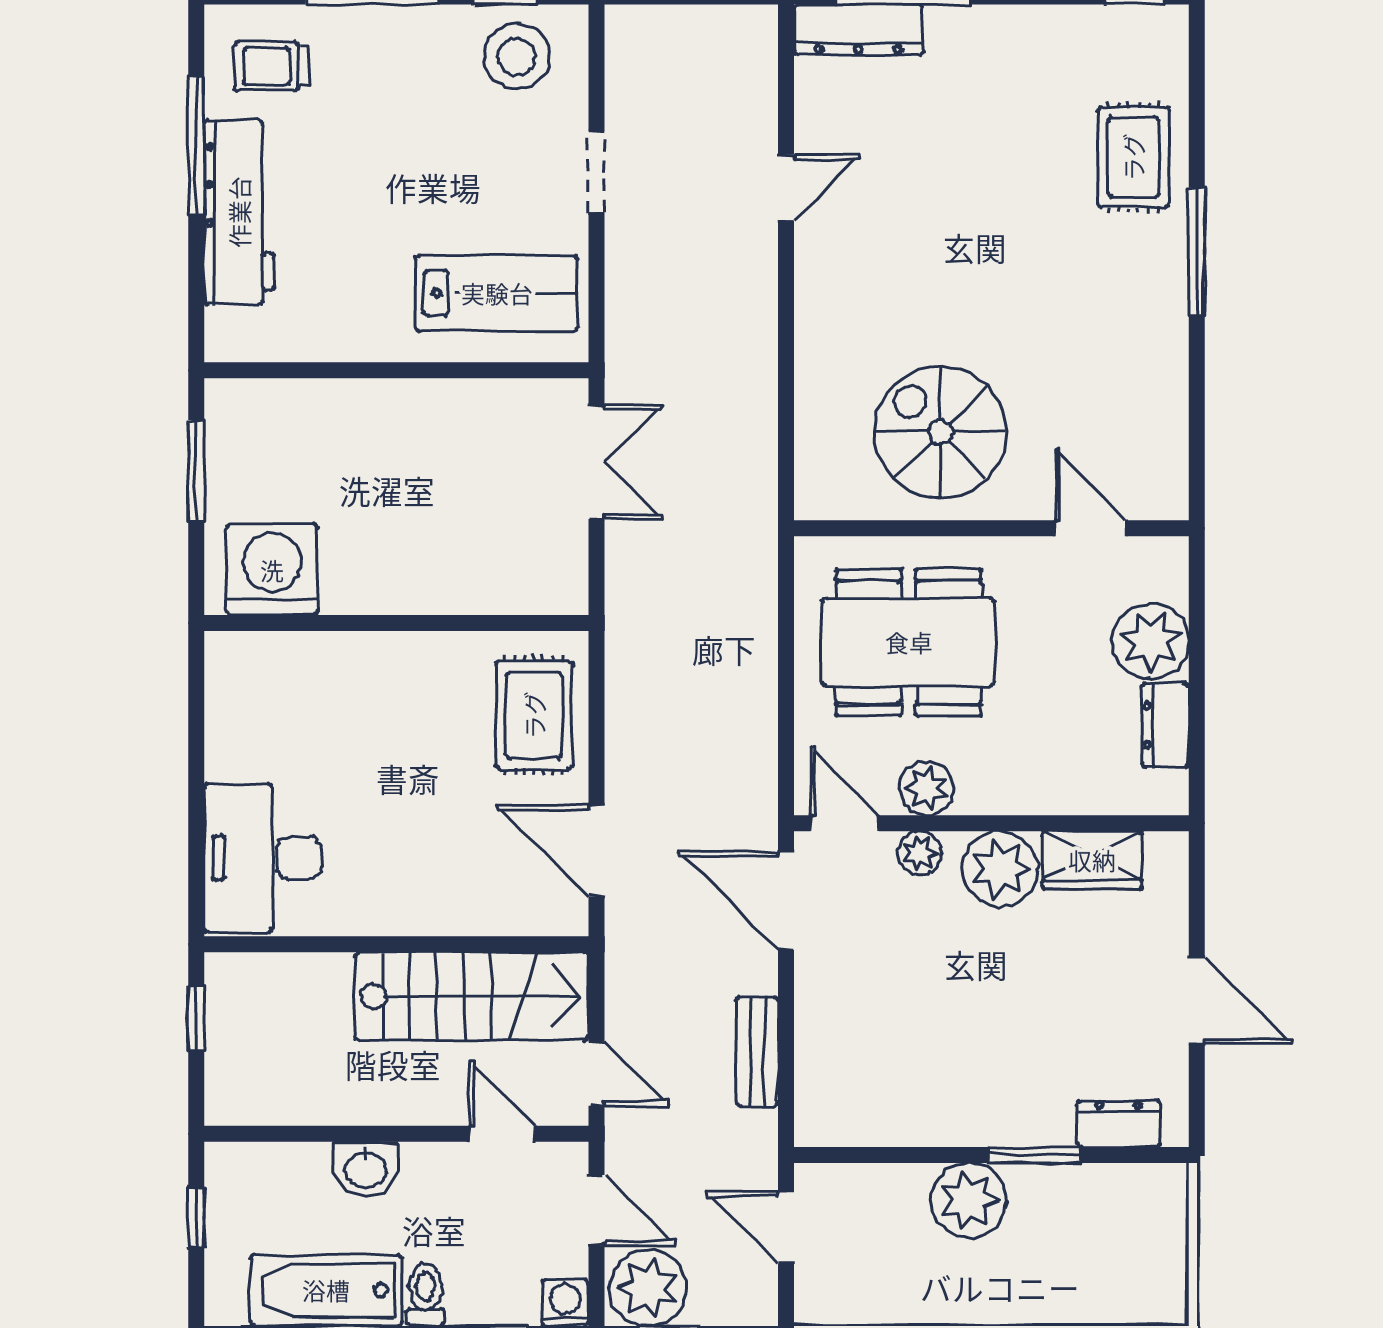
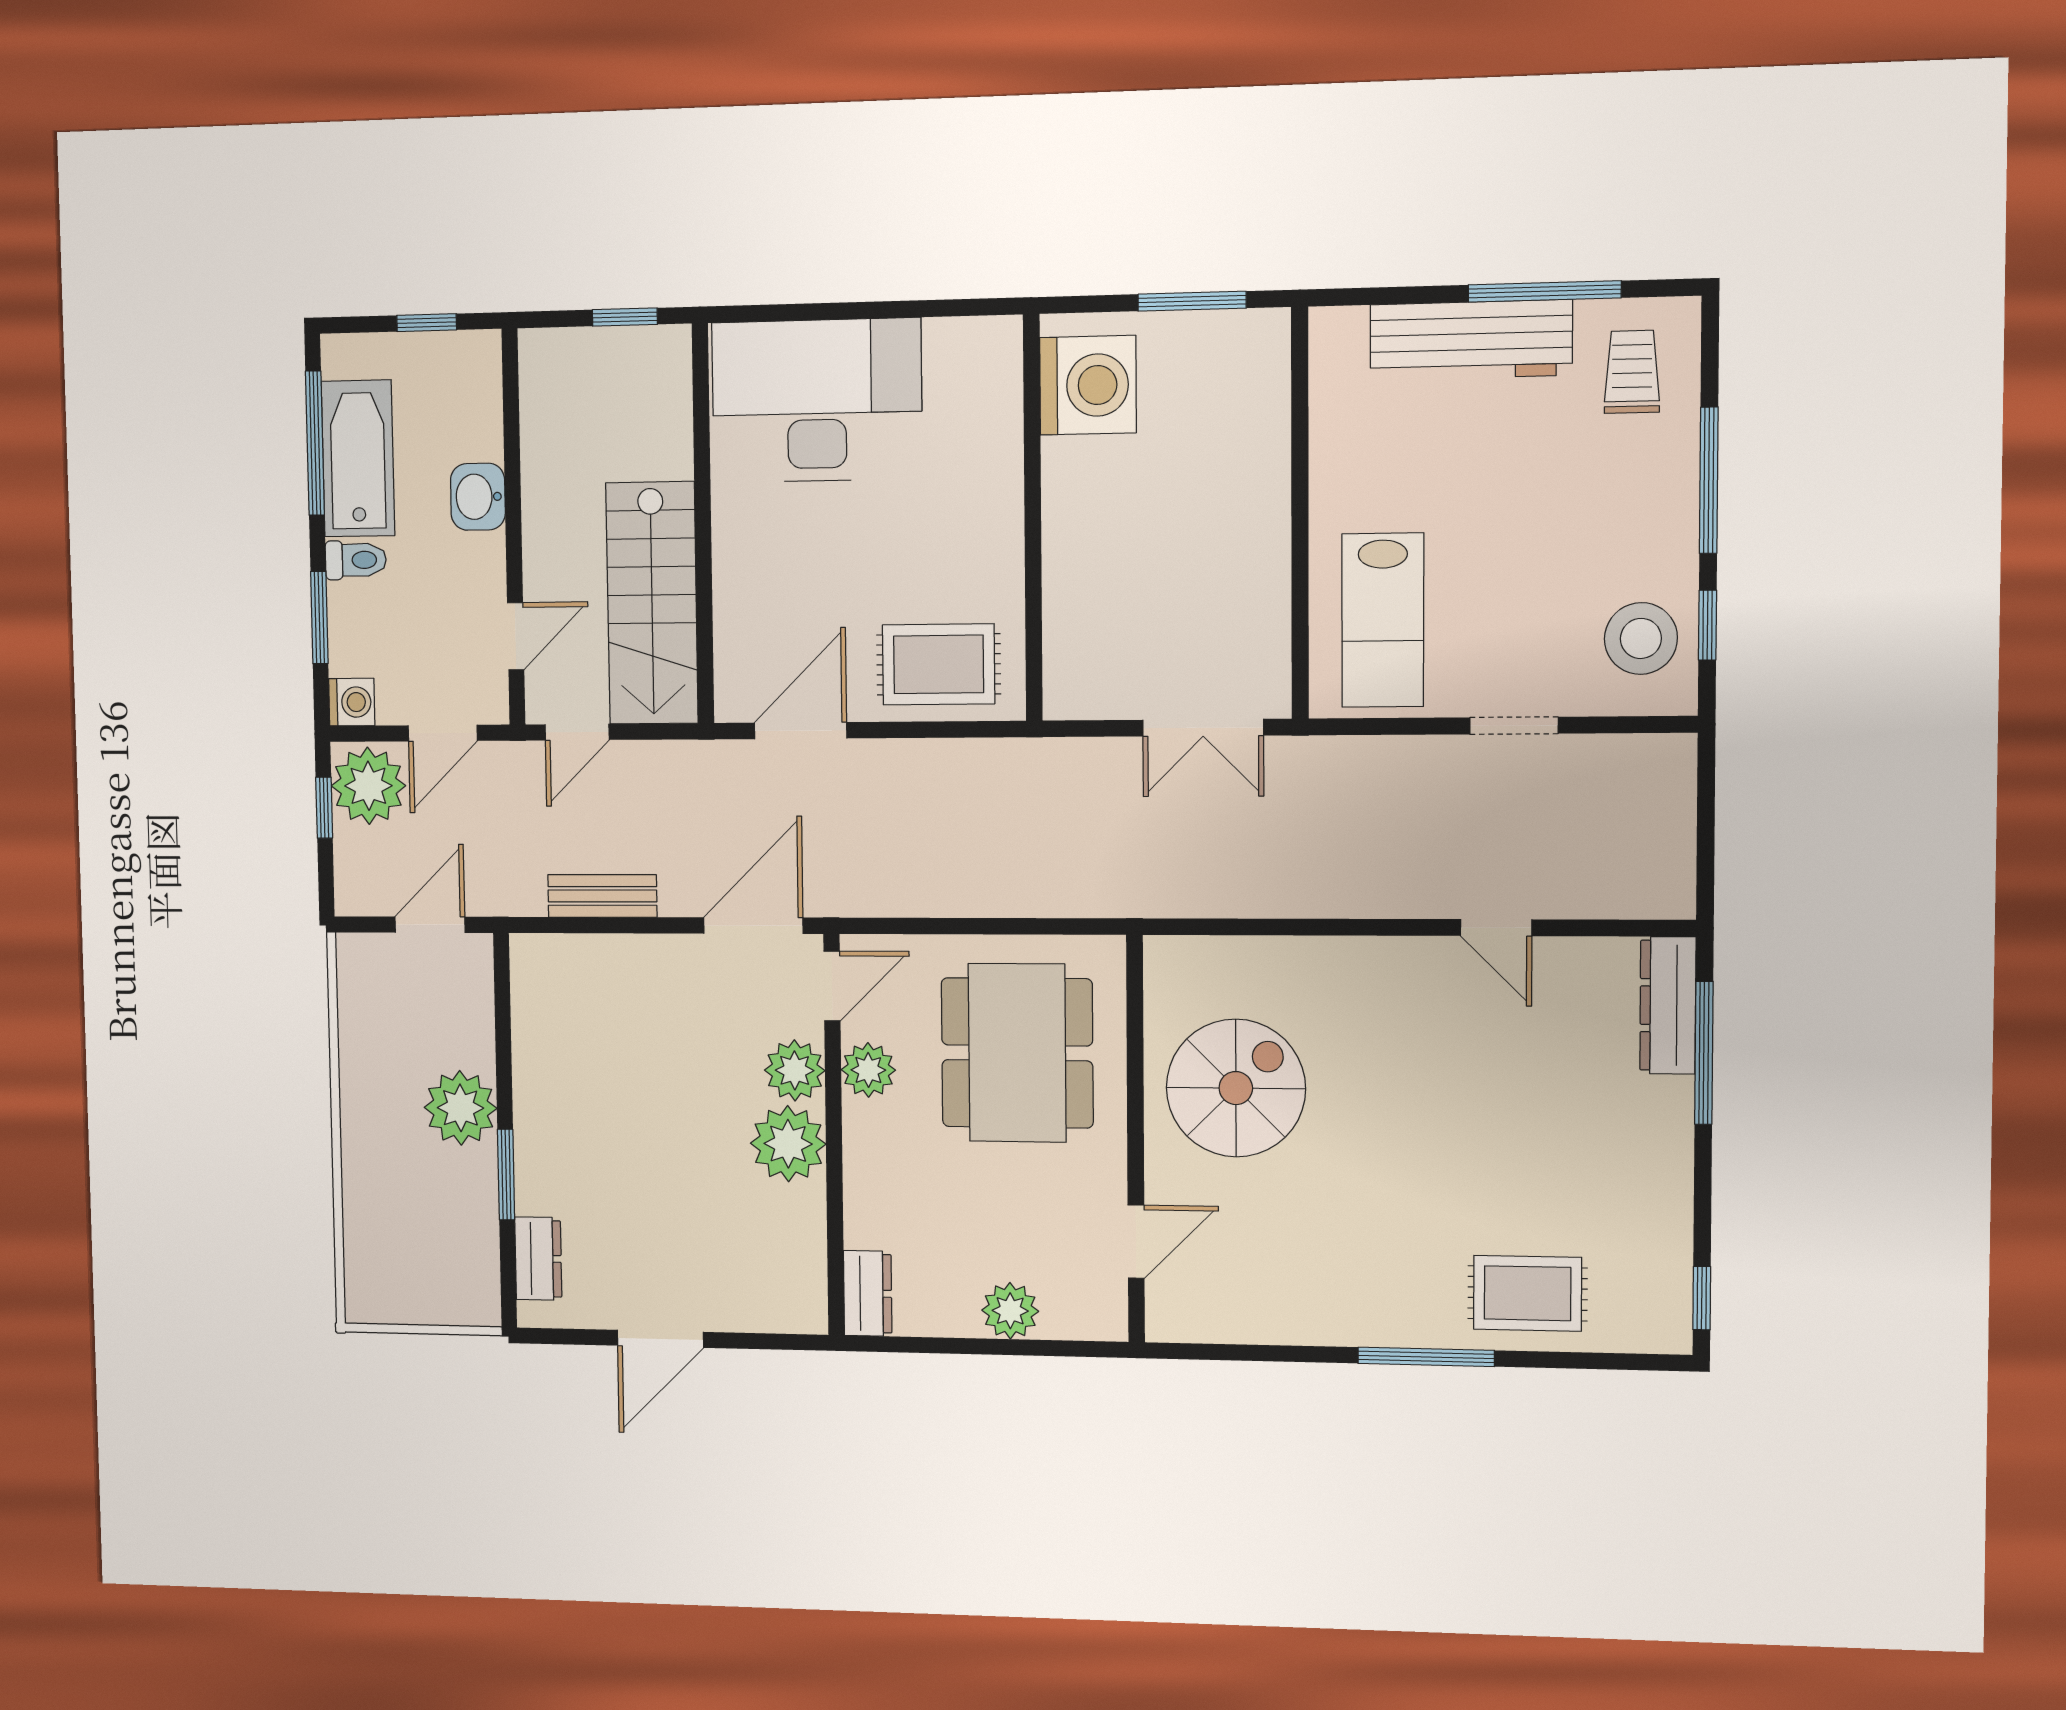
plant: (1151, 641) -> (1010, 1311), width x0.73, depth x0.73
dresser: (1165, 725) -> (868, 1293), moved, turned 90
plant: (920, 853) -> (795, 1070), width x1.38, depth x1.38
desk: (263, 858) -> (817, 401), width x1.36, depth x1.30
wardrobe: (1092, 860) -> (798, 1237), removed

